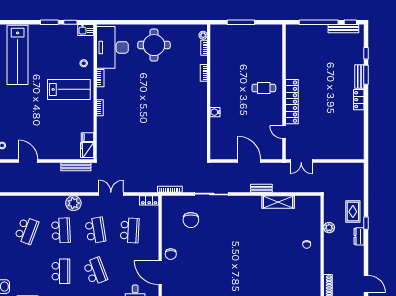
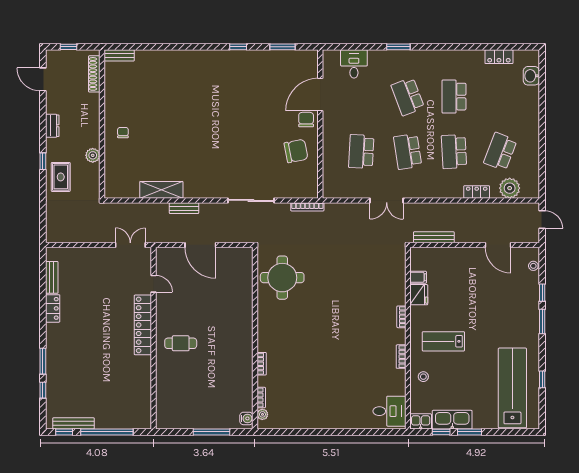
kitchen sink: (62, 31) -> (452, 420), added
round table: (154, 45) -> (282, 278), moved
desk: (112, 47) -> (389, 411), width x0.53, depth x0.77
bench: (359, 77) -> (52, 277), moved
lab bench: (69, 89) -> (443, 341), width x0.73, depth x0.72
locker: (359, 100) -> (53, 308), moved
water cooler: (215, 112) -> (246, 418), moved
fridge: (87, 150) -> (419, 295), moved
locker: (149, 200) -> (477, 192), moved
plant: (73, 203) -> (510, 188), moved
chair: (191, 220) -> (296, 151), moved, turned 79
dresser: (359, 236) -> (52, 126), moved
door: (160, 273) -> (320, 95), swing flipped

